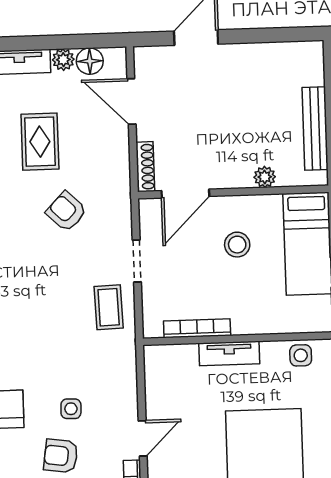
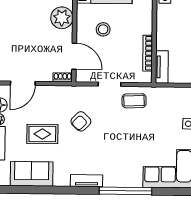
shoe rack: (145, 167) -> (63, 77), width x0.70
plant: (265, 177) -> (62, 18), width x1.88, depth x1.88
tv unit: (229, 354) -> (162, 67), moved

